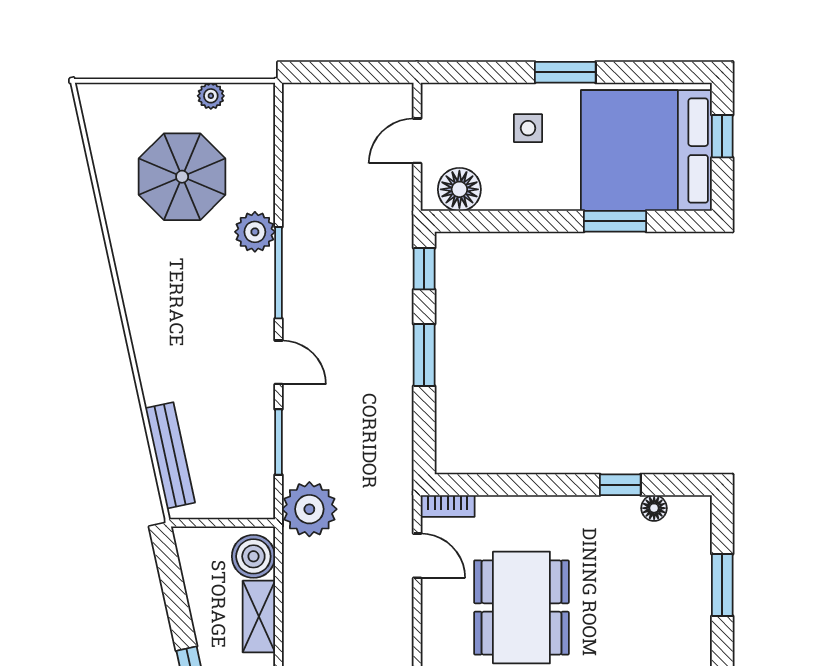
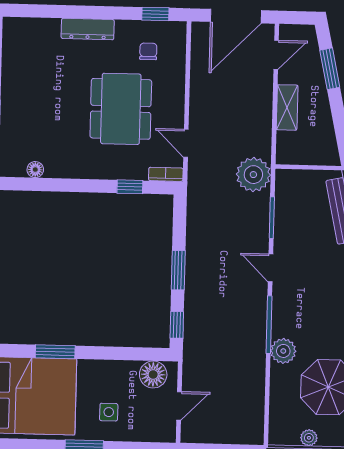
window: (620, 485) -> (130, 187), moved
boiler: (253, 556) -> (290, 146), removed

